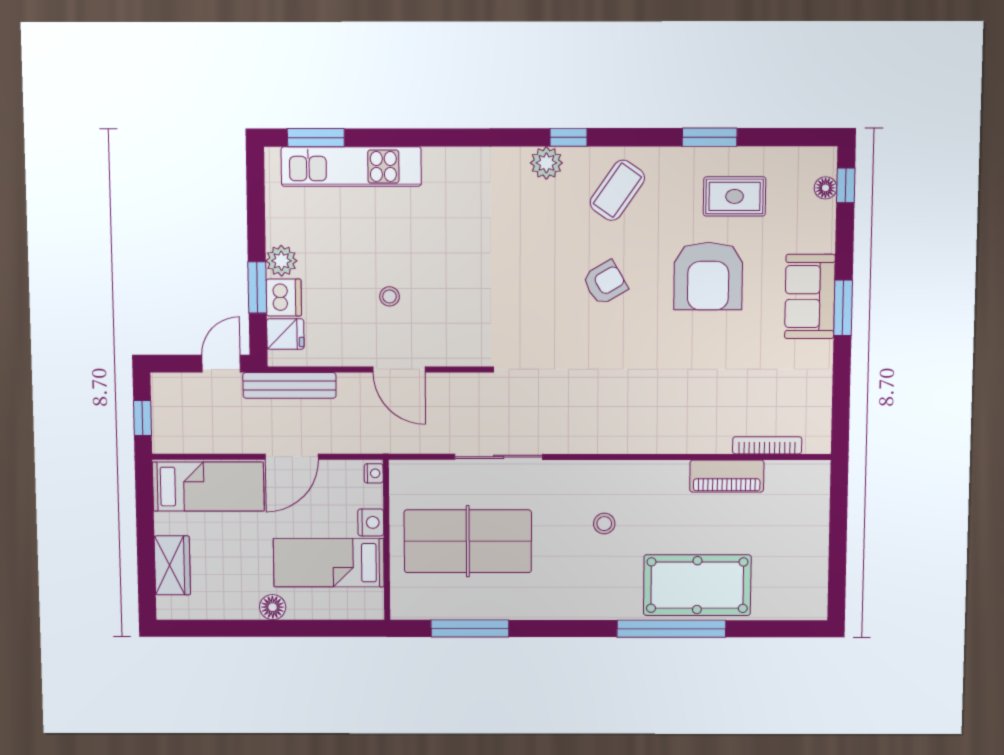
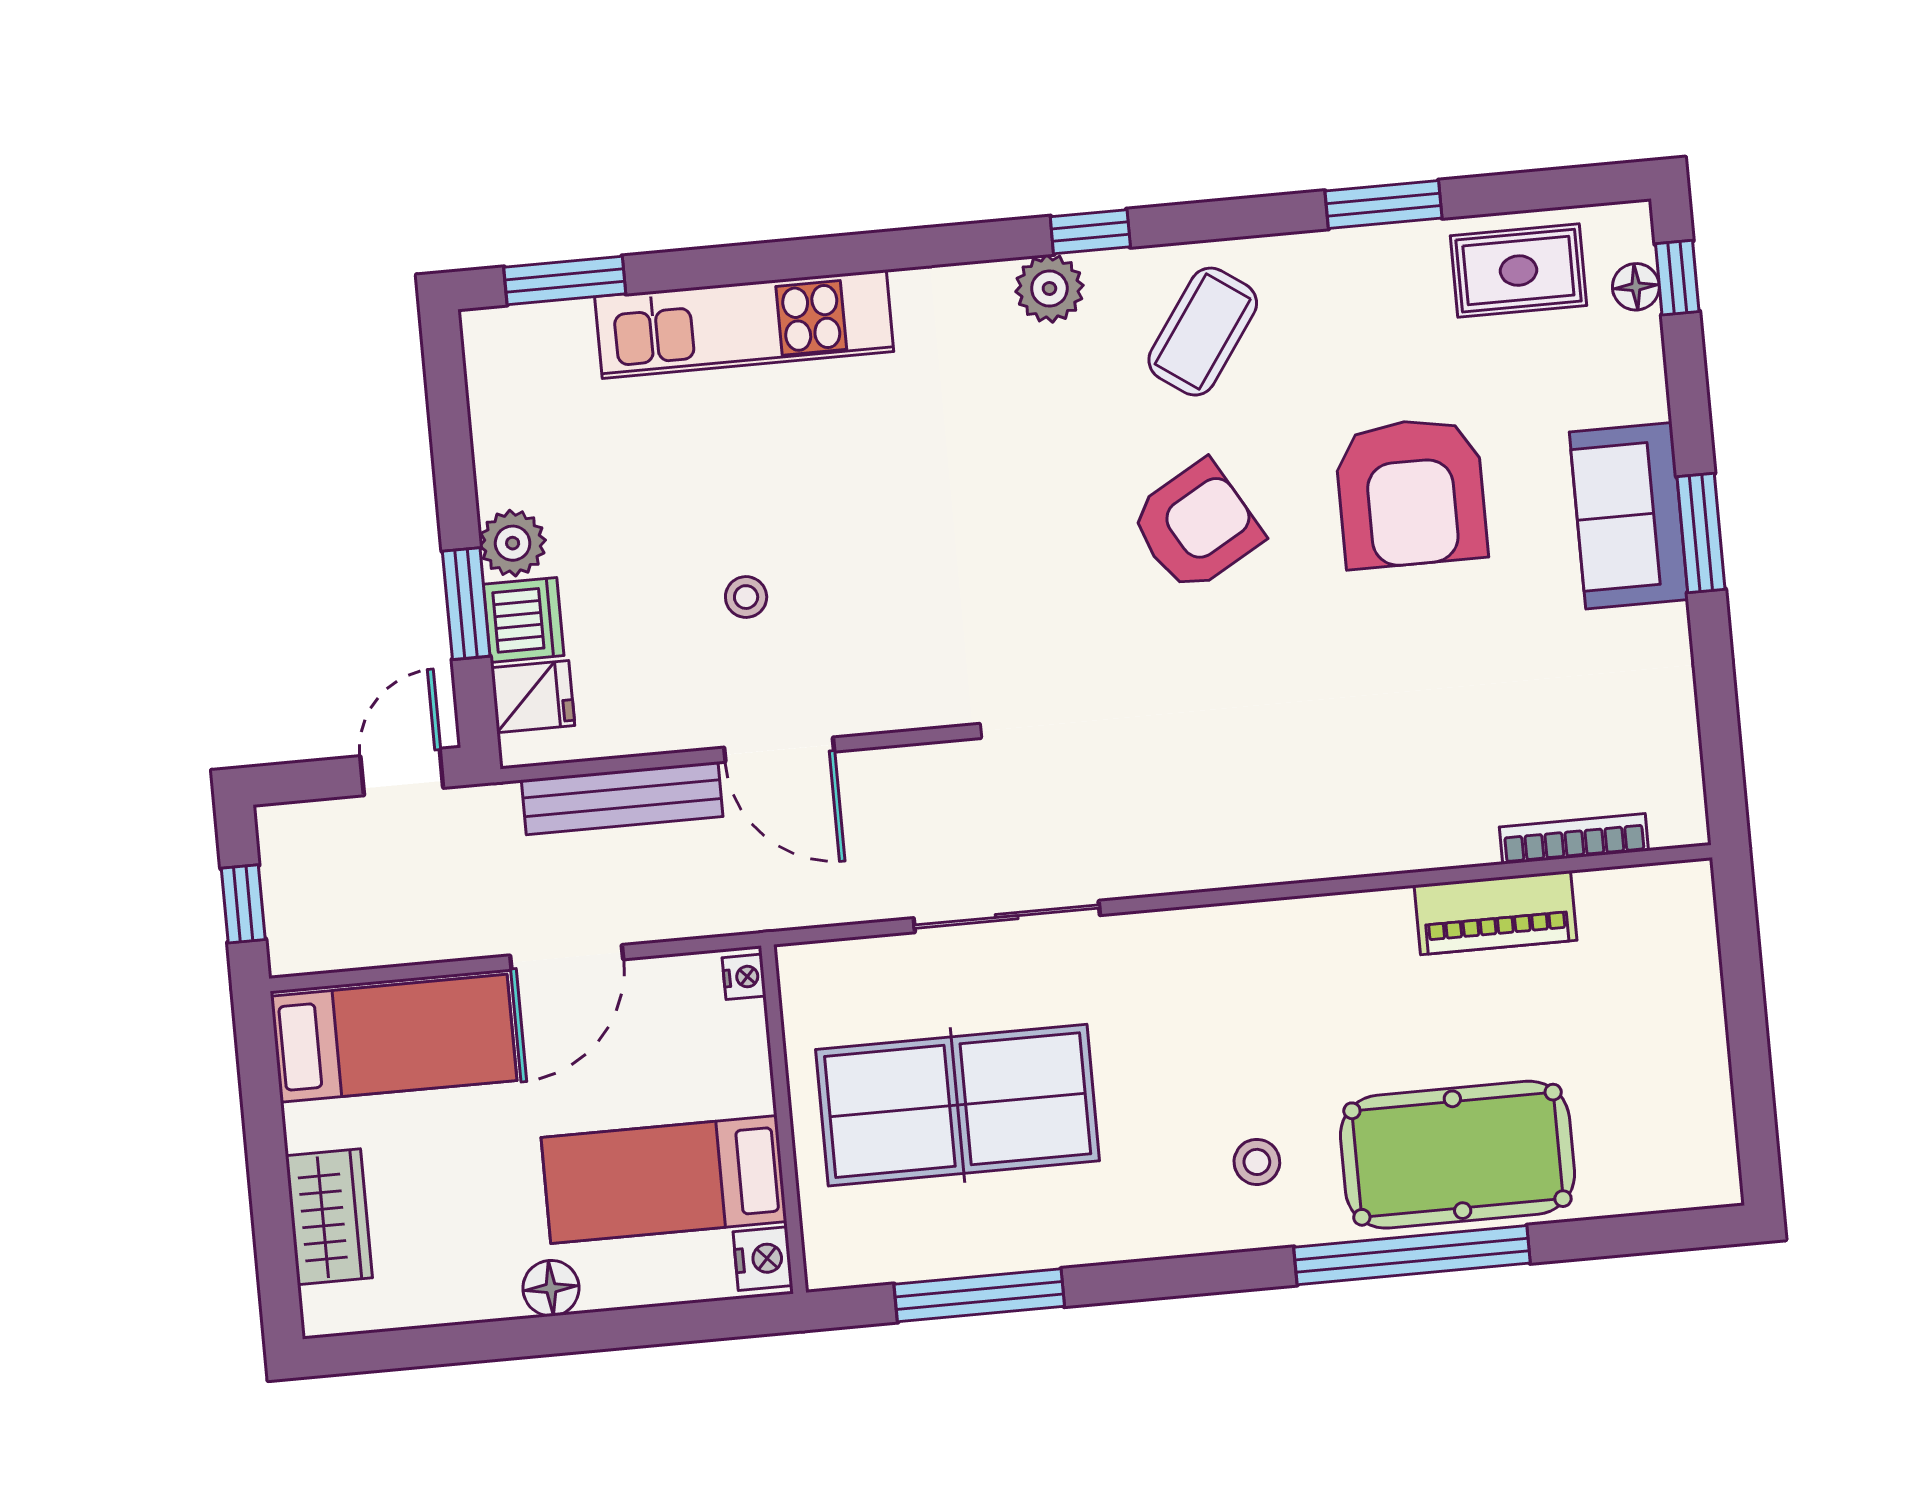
kitchen unit: (351, 167) -> (744, 324), moved
rug: (735, 196) -> (1518, 271), moved
armchair: (605, 283) -> (1196, 526), width x1.38, depth x1.38
bench: (289, 385) -> (622, 798), moved
nightstand: (371, 522) -> (763, 1259), moved
stool: (604, 524) -> (1257, 1162), moved

